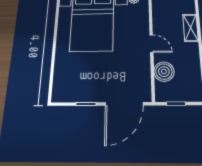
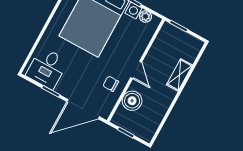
chair: (136, 67) -> (111, 84), added
desk: (72, 85) -> (47, 68), added

